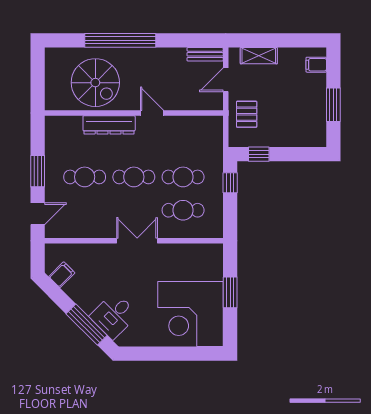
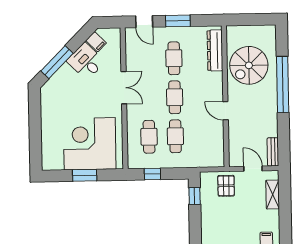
door: (152, 113) -> (226, 111), swing flipped
pallet: (247, 114) -> (226, 186), turned 90
dresser: (109, 125) -> (215, 50), moved
window: (230, 183) -> (152, 174), moved
double door: (137, 241) -> (124, 88), moved
corner desk: (190, 314) -> (90, 144), moved
desk: (114, 315) -> (86, 61), moved

